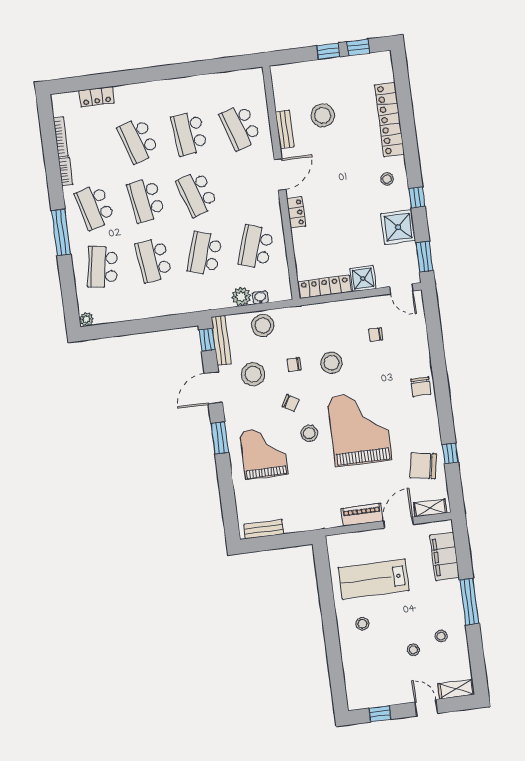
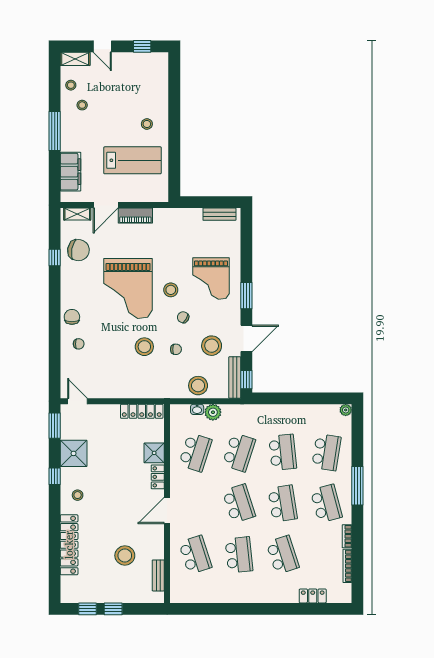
bench: (285, 129) -> (158, 575), moved
shower: (363, 279) -> (154, 453), moved
chair: (376, 335) -> (79, 344), moved
stool: (413, 650) -> (71, 85), moved

